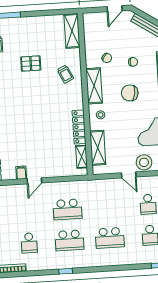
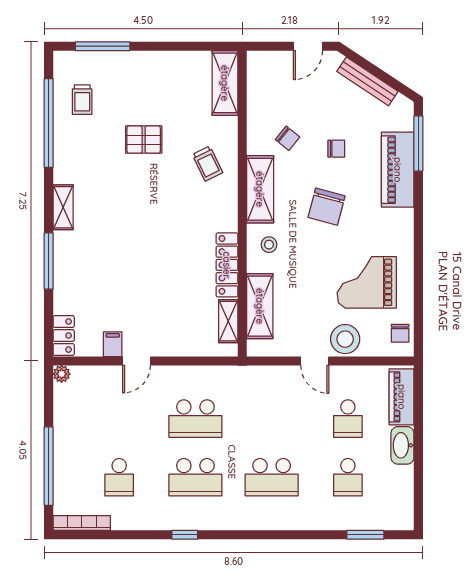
chair: (130, 93) -> (327, 207), turned -83

